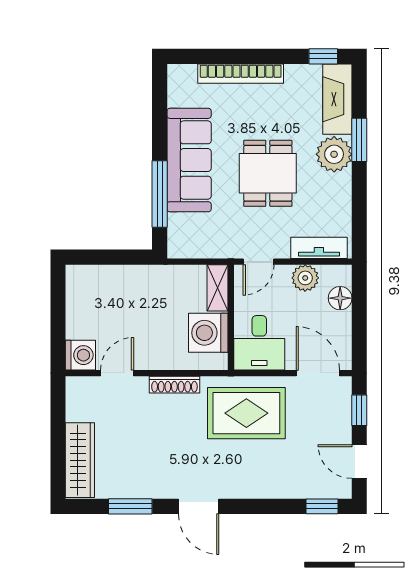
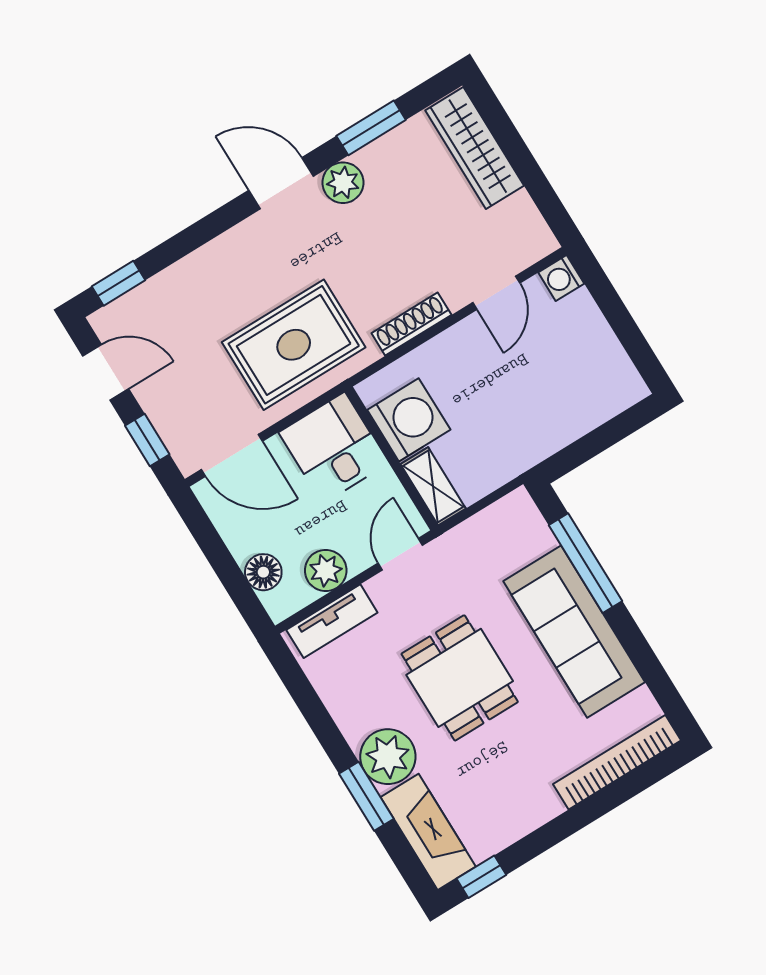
bookcase: (241, 74) -> (617, 762), moved
washing machine: (80, 355) -> (561, 278), width x0.73, depth x0.73
plant: (164, 486) -> (343, 183), added

